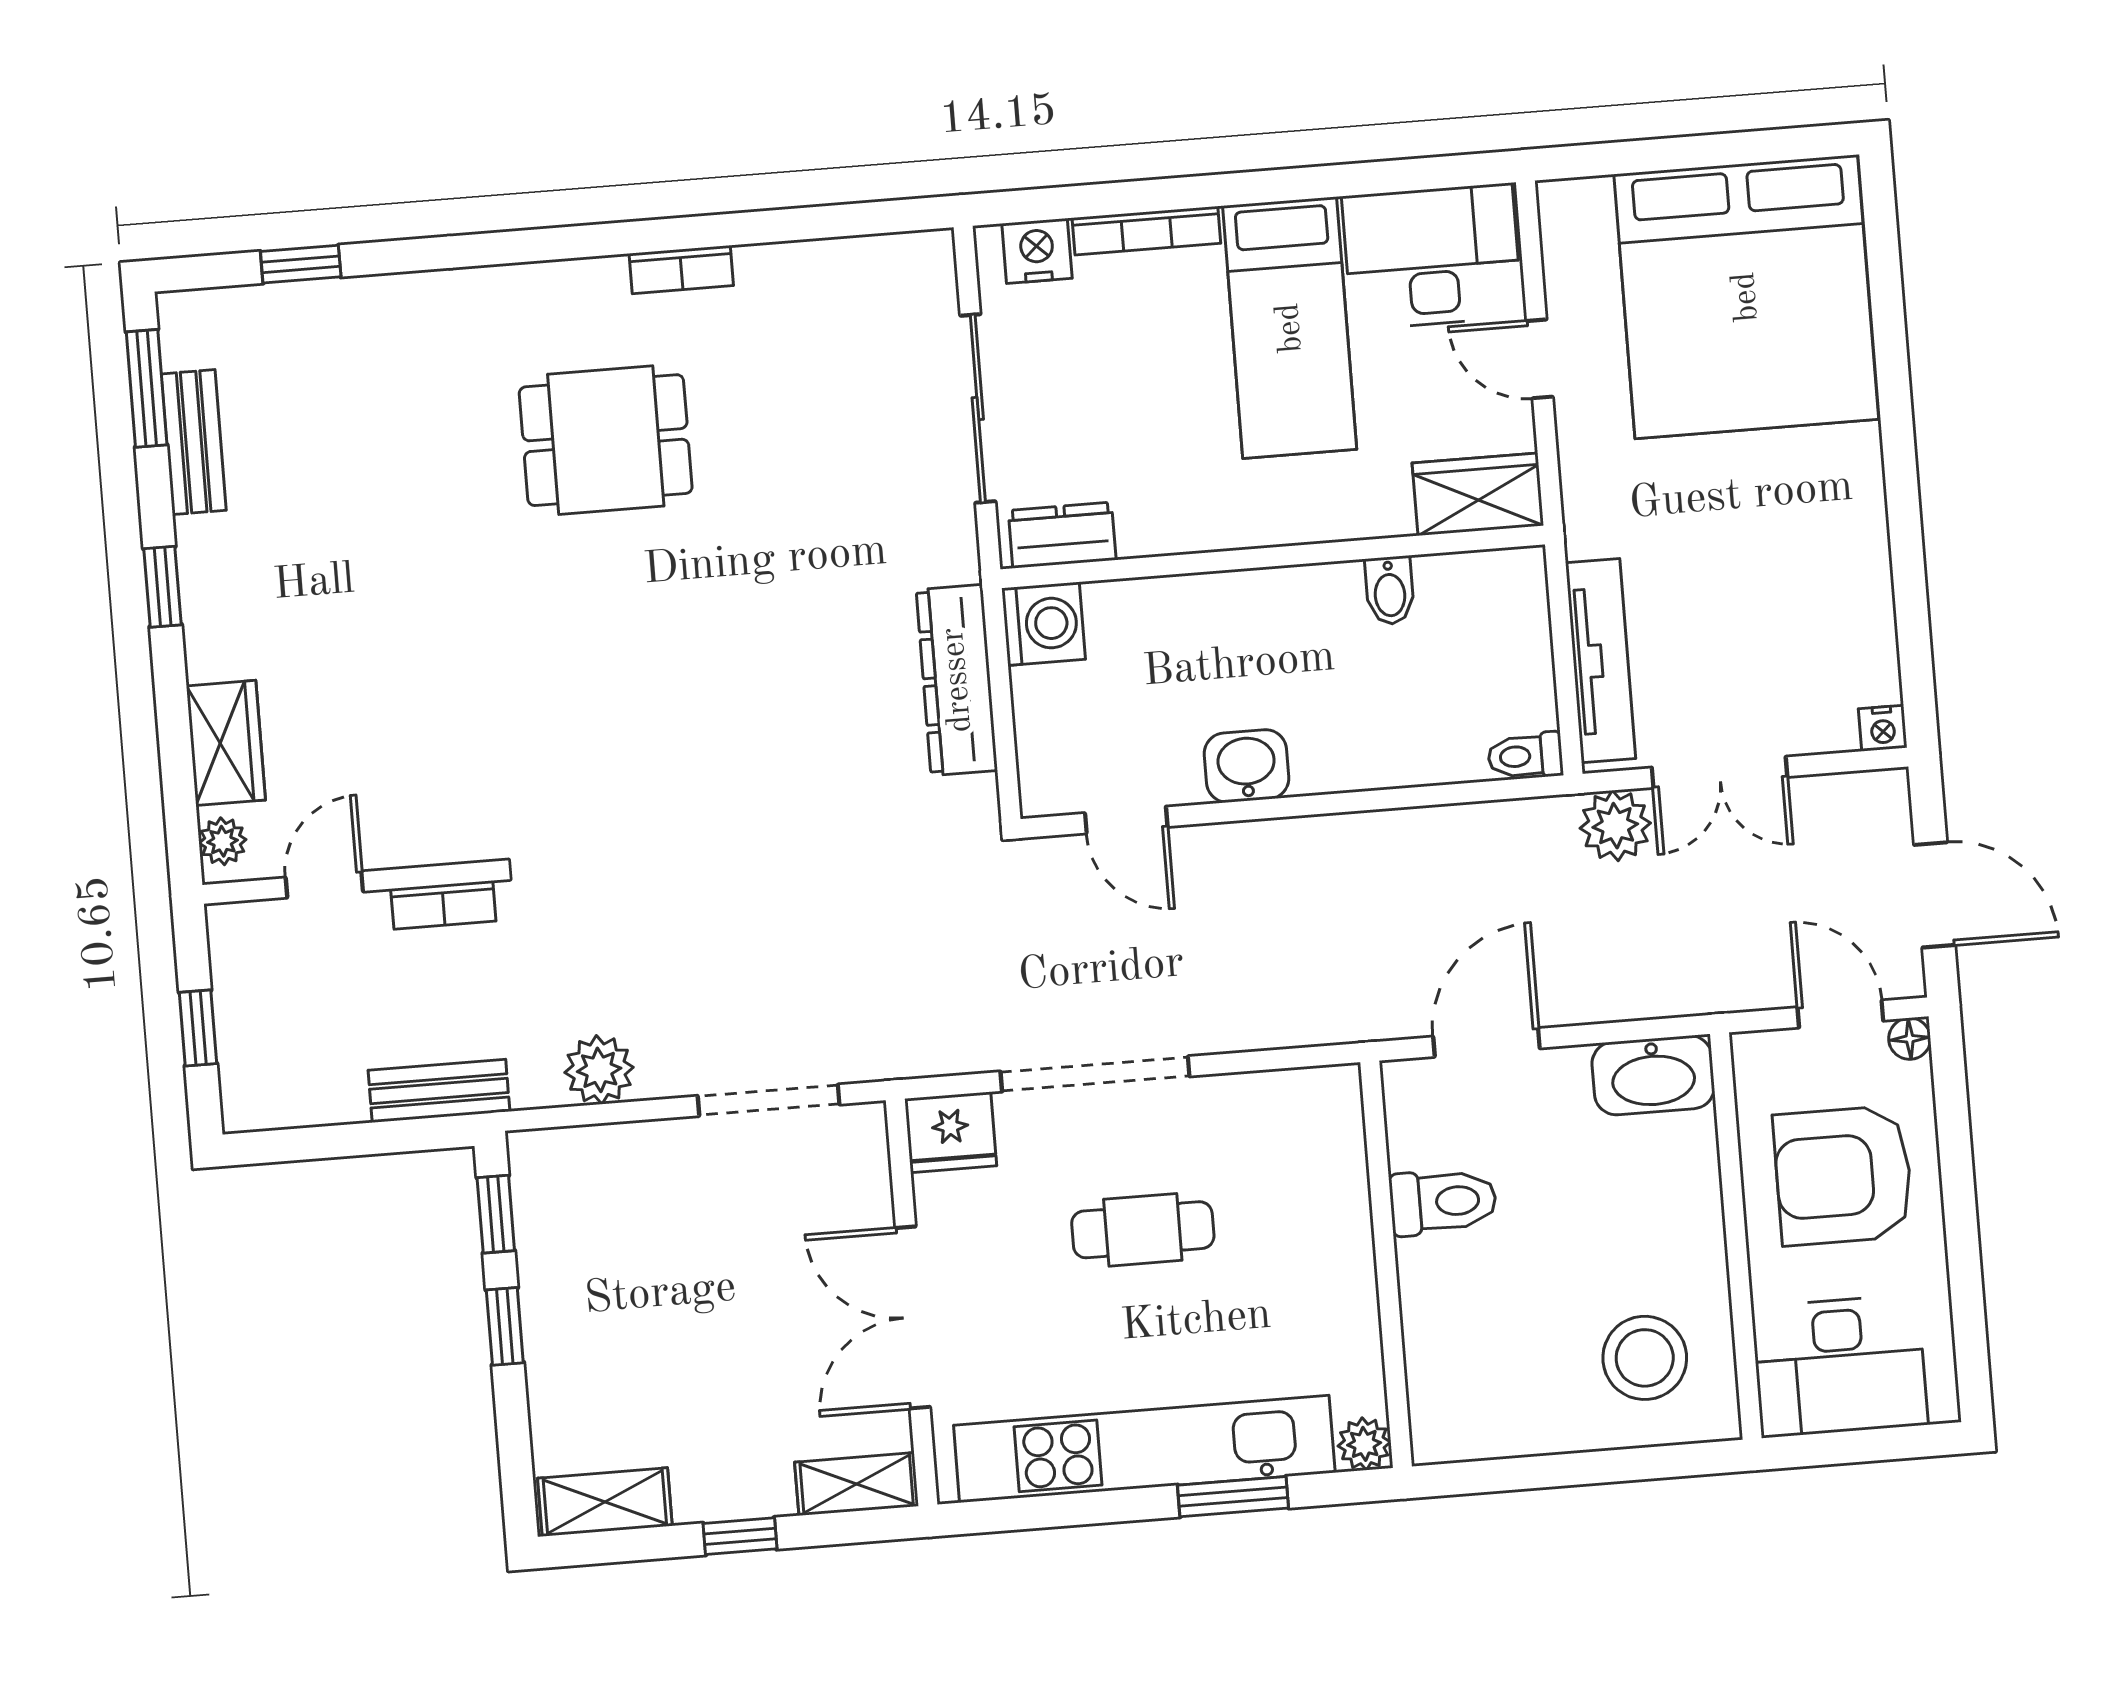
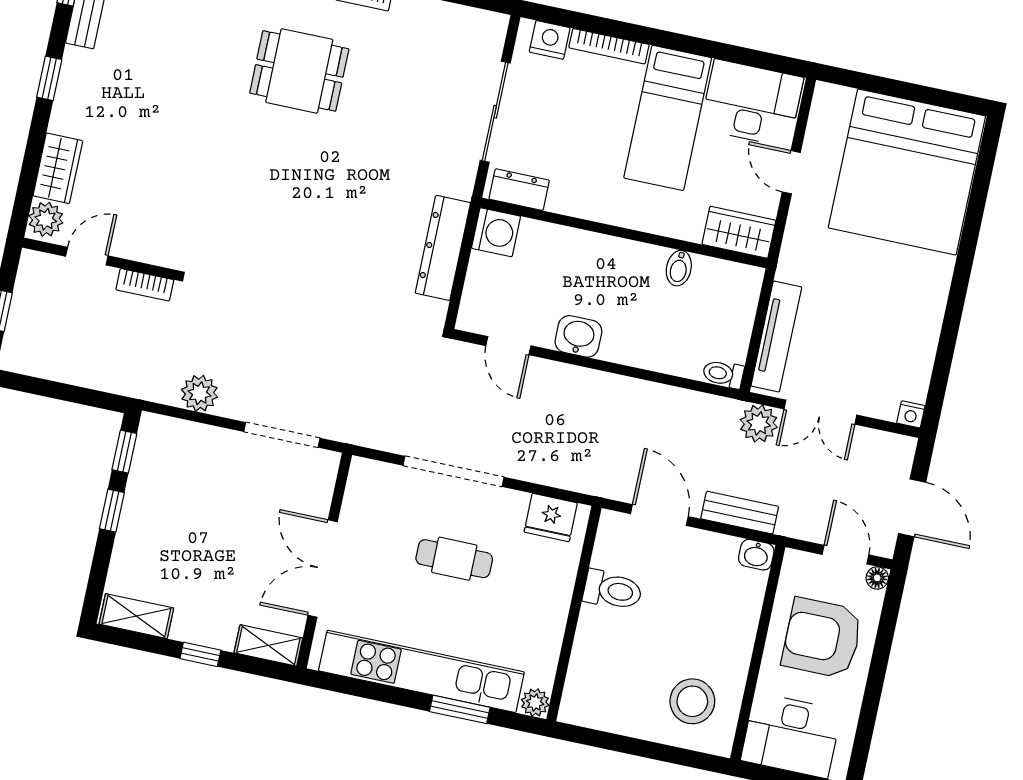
plant: (223, 841) -> (46, 219), width x1.38, depth x1.38
door: (1486, 1042) -> (659, 515), hinge flipped
washbasin: (1653, 1075) -> (756, 555), width x0.52, depth x0.69
bench: (439, 1091) -> (740, 513), moved
fridge: (951, 1132) -> (551, 518), moved

